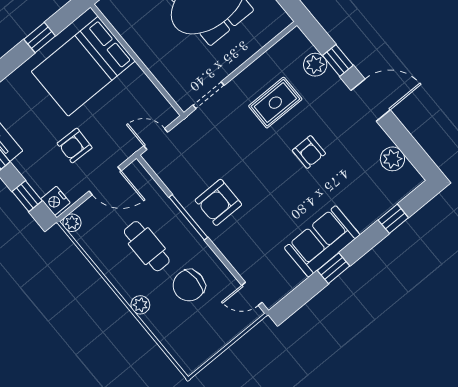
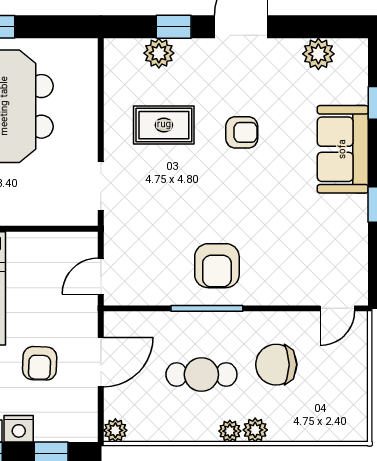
rug: (275, 103) -> (164, 125), turned 90
nightstand: (55, 201) -> (19, 429), moved
sofa: (322, 241) -> (343, 149), moved
chair: (189, 285) -> (276, 365), turned 90
plant: (127, 290) -> (230, 431), added

